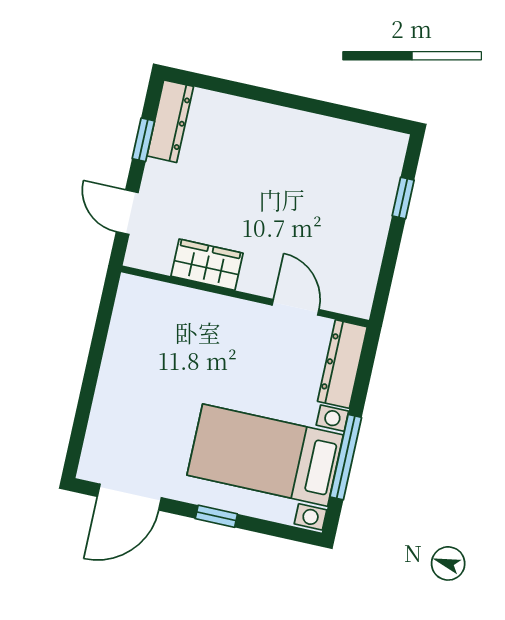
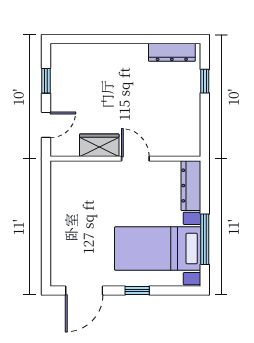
dresser: (170, 121) -> (172, 52), moved, turned 90
door: (127, 212) -> (46, 125), swing flipped
door: (295, 307) -> (135, 159), moved

